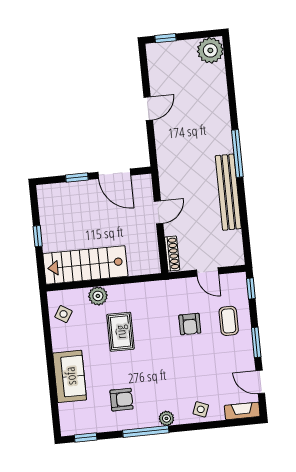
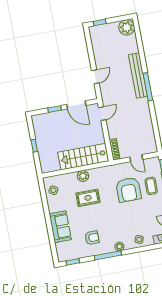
door: (148, 109) -> (95, 77), moved
bench: (228, 192) -> (138, 75), moved
door: (159, 212) -> (102, 114), moved
stairs: (85, 265) -> (83, 157), moved
plant: (98, 296) -> (83, 176), moved
armchair: (190, 324) -> (128, 190), width x1.88, depth x1.88
rug: (120, 332) -> (88, 198), turned 90

